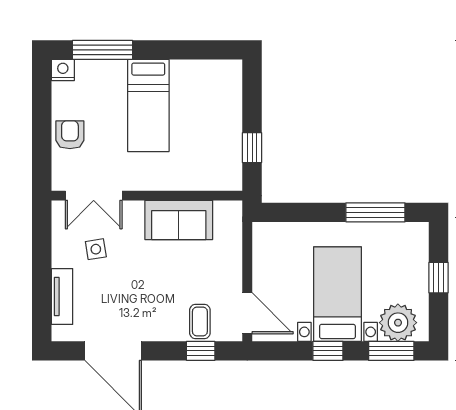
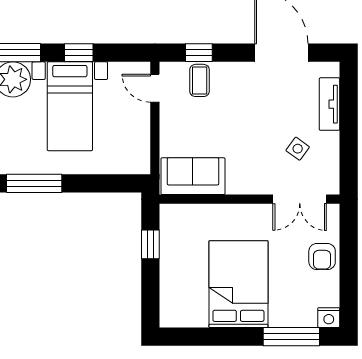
bed: (148, 105) -> (238, 284), width x1.50
double door: (94, 196) -> (300, 199), swing flipped
sofa: (179, 220) -> (193, 176), moved
side table: (96, 249) -> (298, 149), turned 45
door: (247, 313) -> (155, 88), width x0.73

